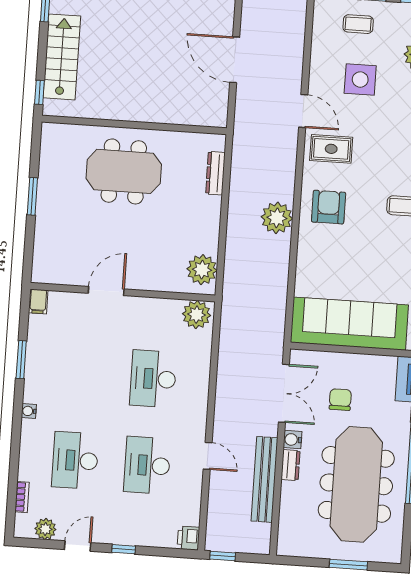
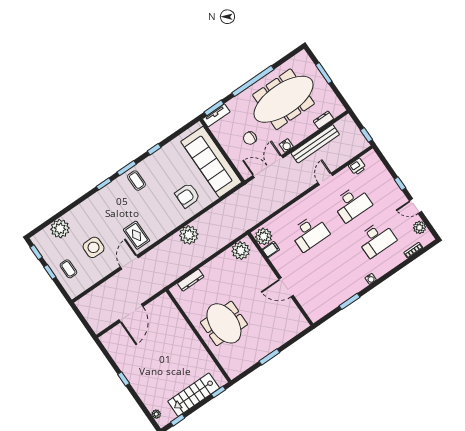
armchair: (329, 207) -> (188, 195), moved
filing cabinet: (38, 301) -> (271, 249), moved
dresser: (291, 465) -> (323, 120), moved
printer: (188, 538) -> (357, 167), moved

